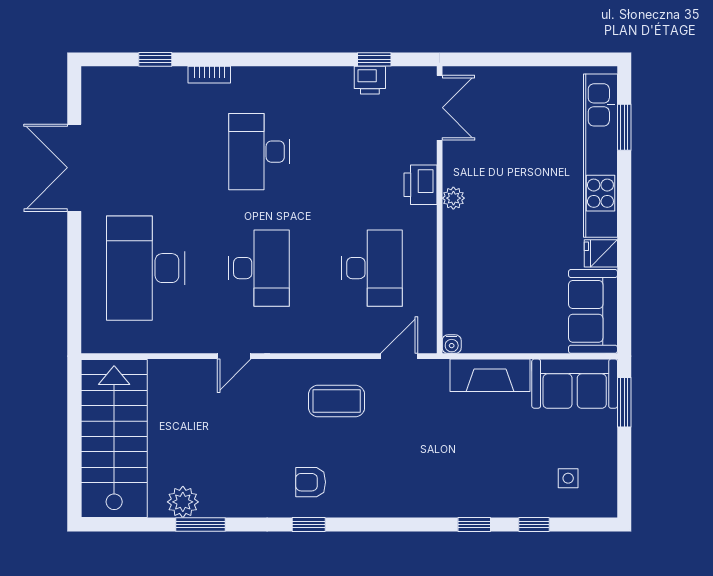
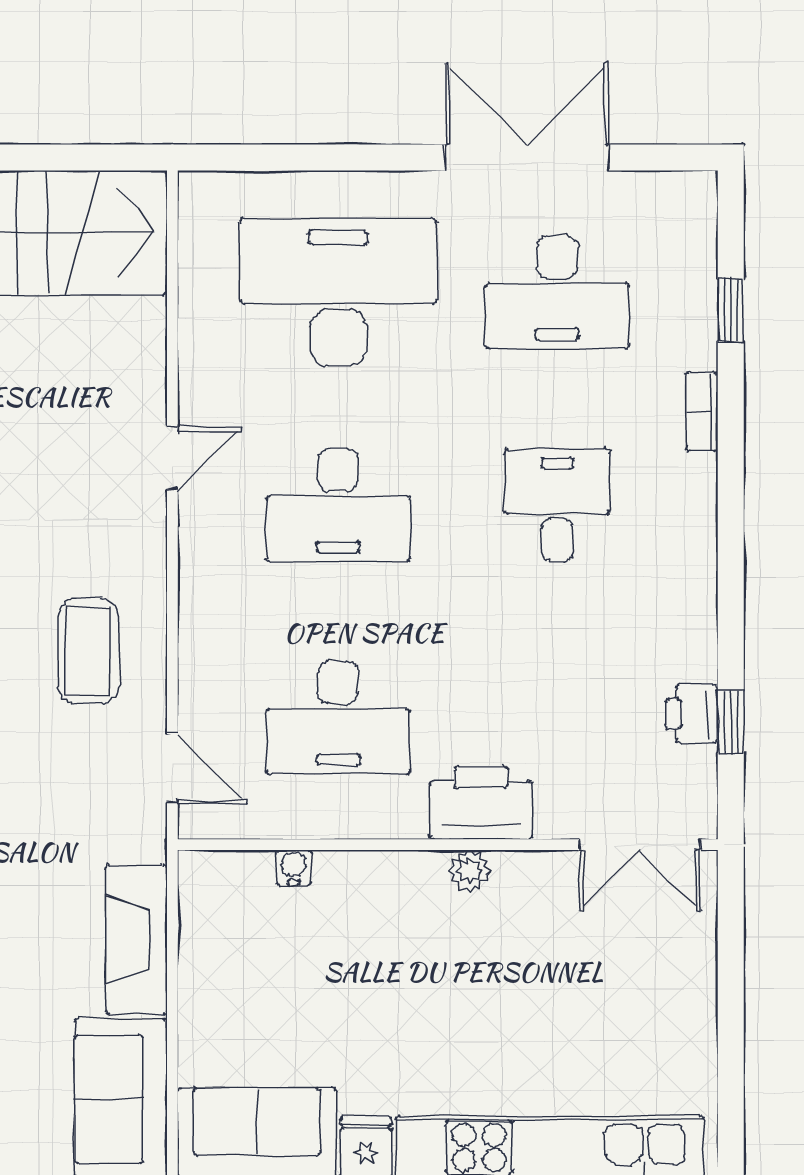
desk: (146, 152) -> (557, 292), added
desk: (259, 152) -> (557, 505), width x0.73
printer: (420, 185) -> (481, 803), width x1.37, depth x1.19
water cooler: (452, 344) -> (294, 867), moved, turned 90
door: (234, 356) -> (172, 458), swing flipped

